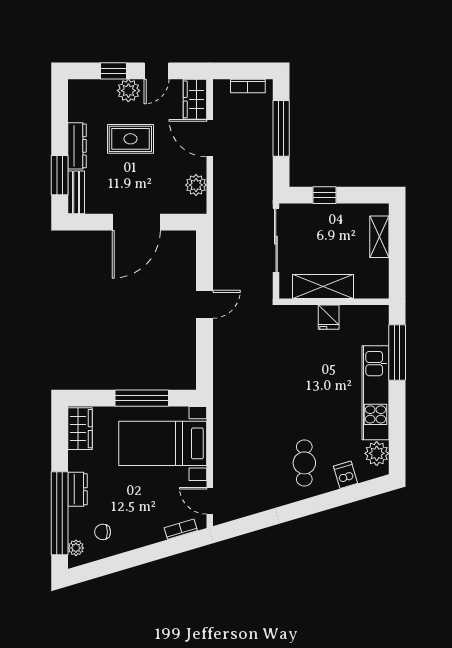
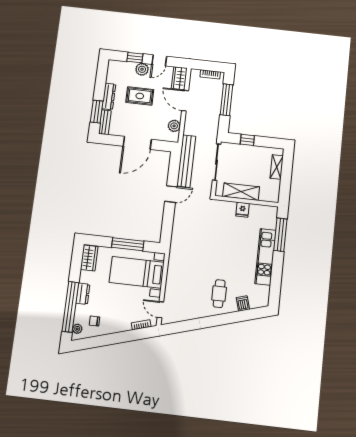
bench: (224, 244) -> (186, 161), added
plant: (377, 453) -> (263, 293), removed

